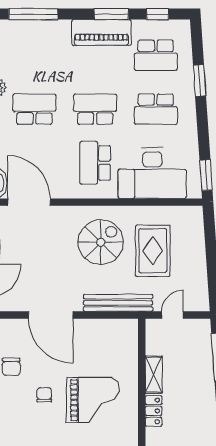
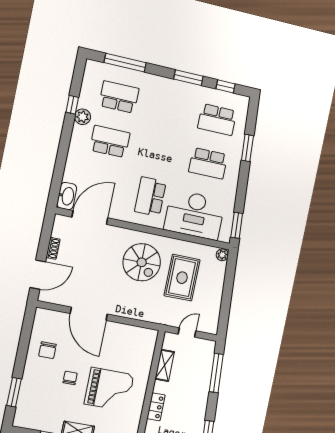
piano: (101, 32) -> (177, 91), removed
school desk: (95, 109) -> (119, 97), moved
door: (29, 202) -> (90, 218), hinge flipped
plant: (196, 214) -> (222, 255), added
spiral stairs: (101, 242) -> (142, 262), turned 90
bench: (118, 303) -> (145, 314), removed
shelving: (154, 375) -> (165, 365), moved

